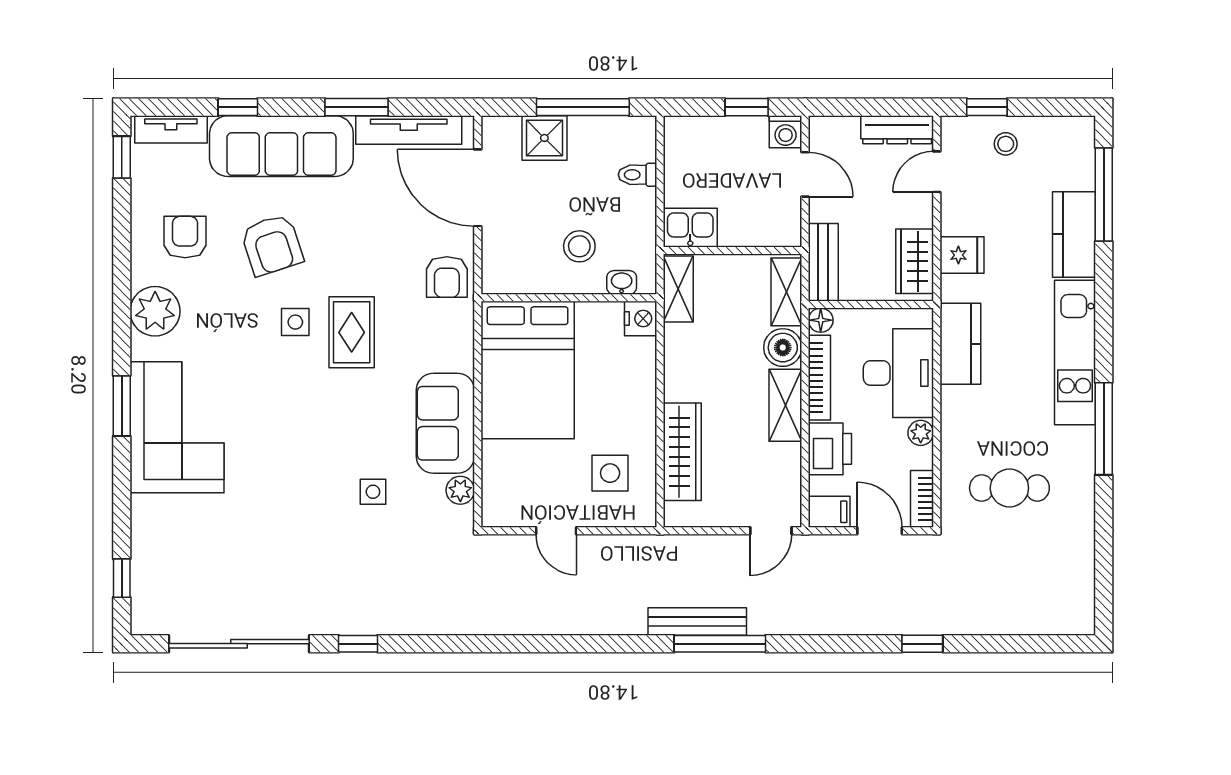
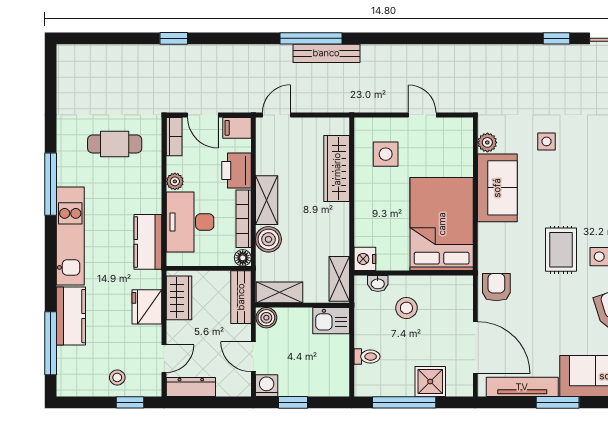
boiler: (786, 232) -> (266, 318), added
fridge: (962, 255) -> (147, 307), width x1.38
shelving: (786, 292) -> (280, 292), moved, turned 90

